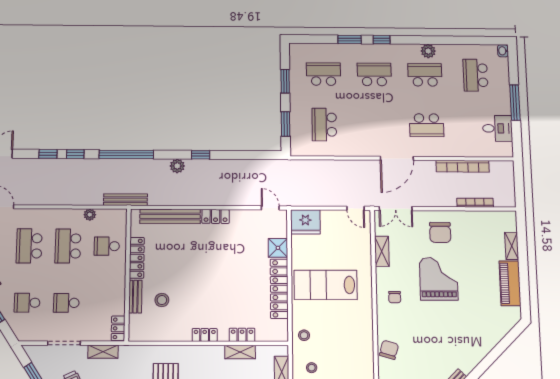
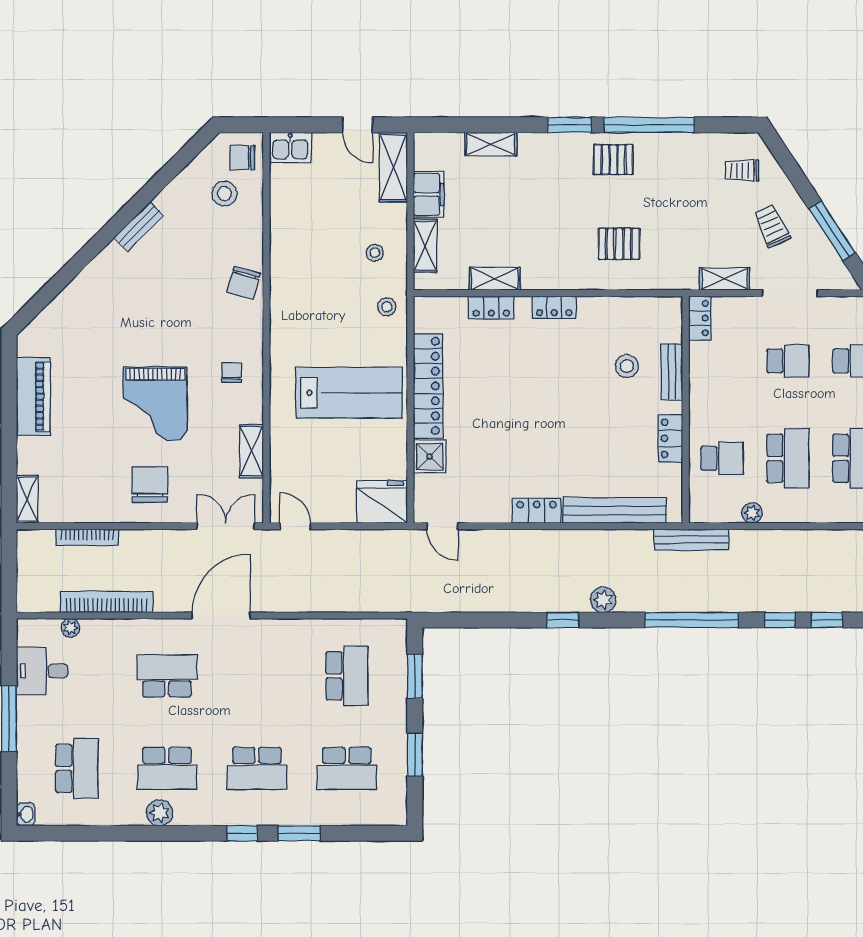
plant: (482, 152) -> (70, 628), added
shelving: (512, 246) -> (27, 499), moved
locker: (137, 258) -> (671, 438), width x0.66

